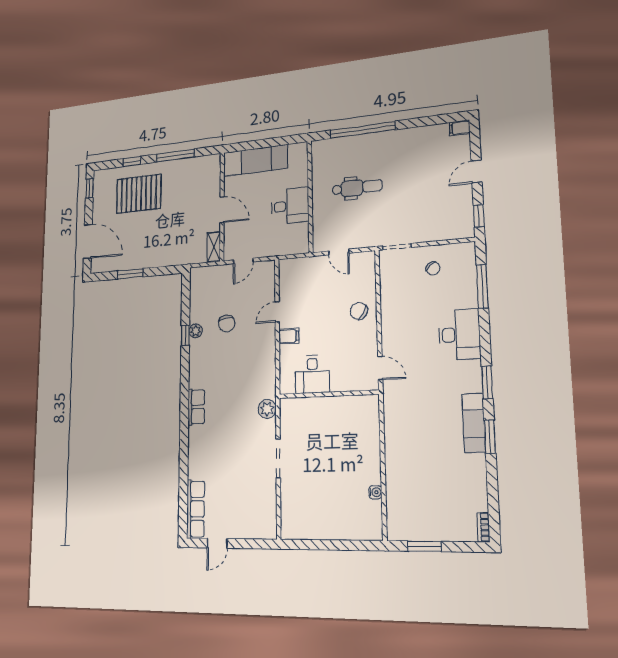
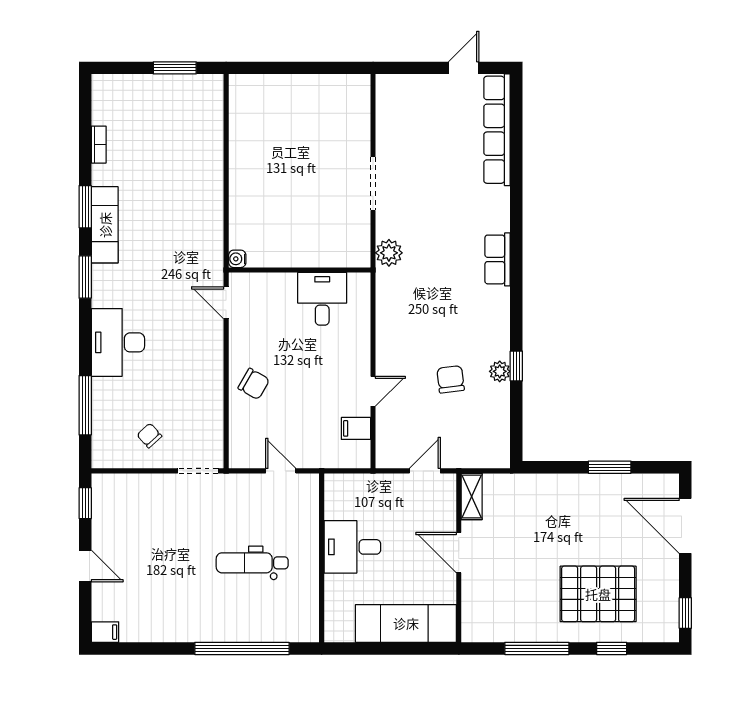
door: (477, 172) -> (85, 566), hinge flipped
filing cabinet: (289, 336) -> (356, 428), moved
water cooler: (375, 492) -> (237, 259), moved
row of seats: (196, 509) -> (497, 130), width x1.36
bookcase: (483, 527) -> (99, 145), moved

